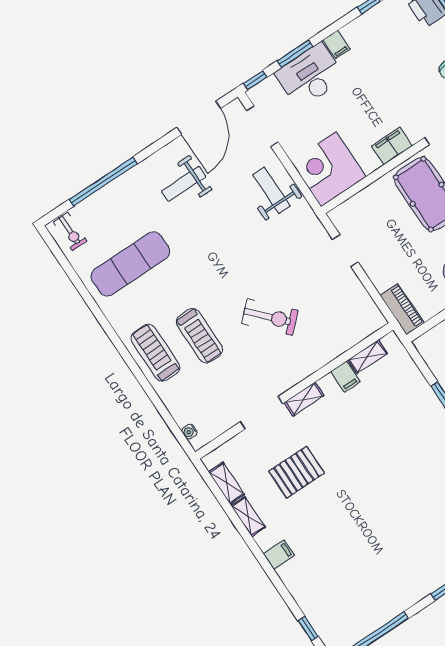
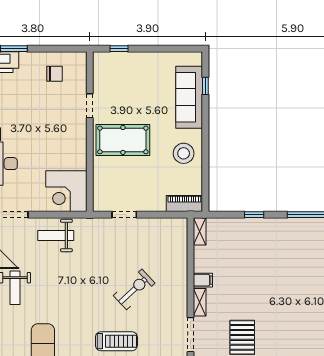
filing cabinet: (392, 146) -> (78, 142), removed
shelving: (368, 357) -> (200, 231), moved
filing cabinet: (345, 377) -> (203, 280), moved

